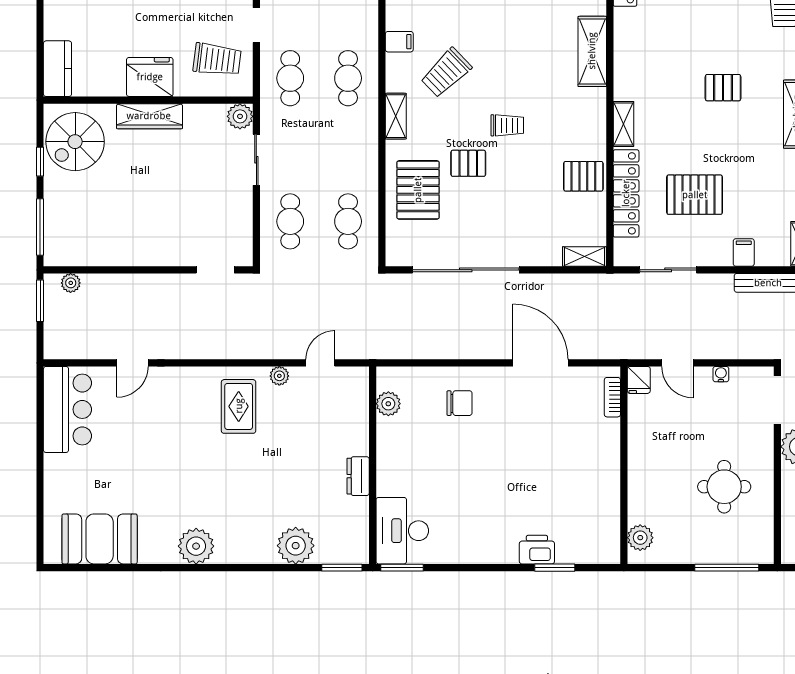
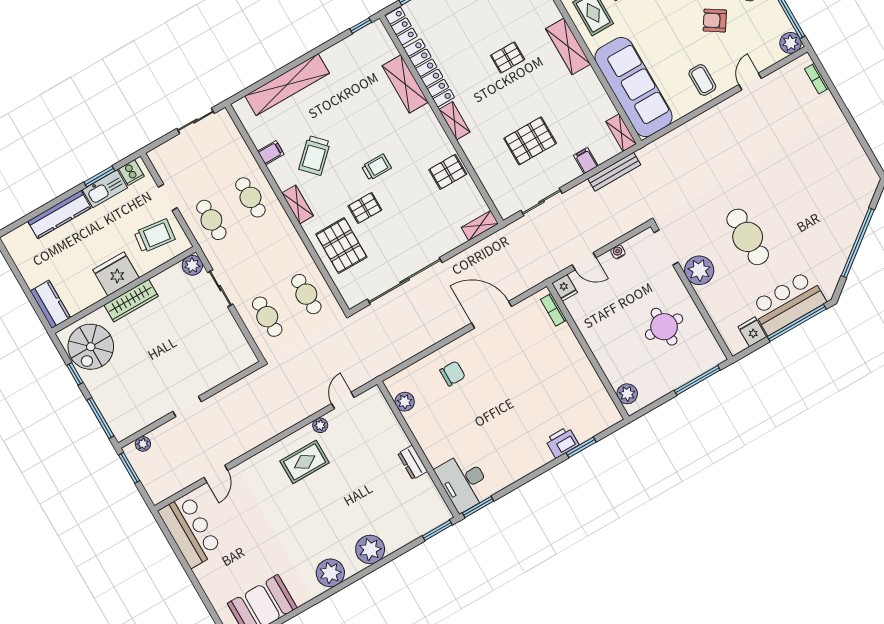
locker: (626, 193) -> (429, 73), moved
doorway: (215, 270) -> (187, 407), moved
rug: (239, 406) -> (305, 462), turned 90
plant: (296, 546) -> (370, 549), moved

